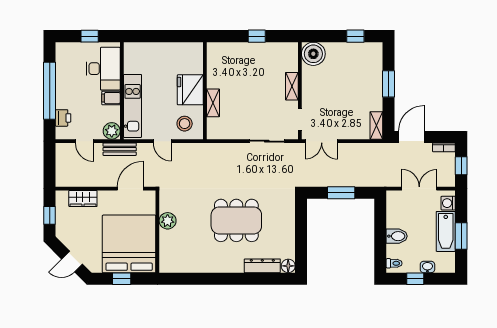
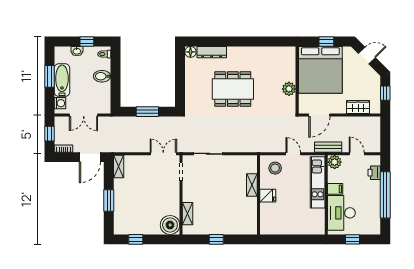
shelving: (292, 86) -> (188, 214), moved
fridge: (190, 90) -> (268, 196), width x0.53, depth x0.75

